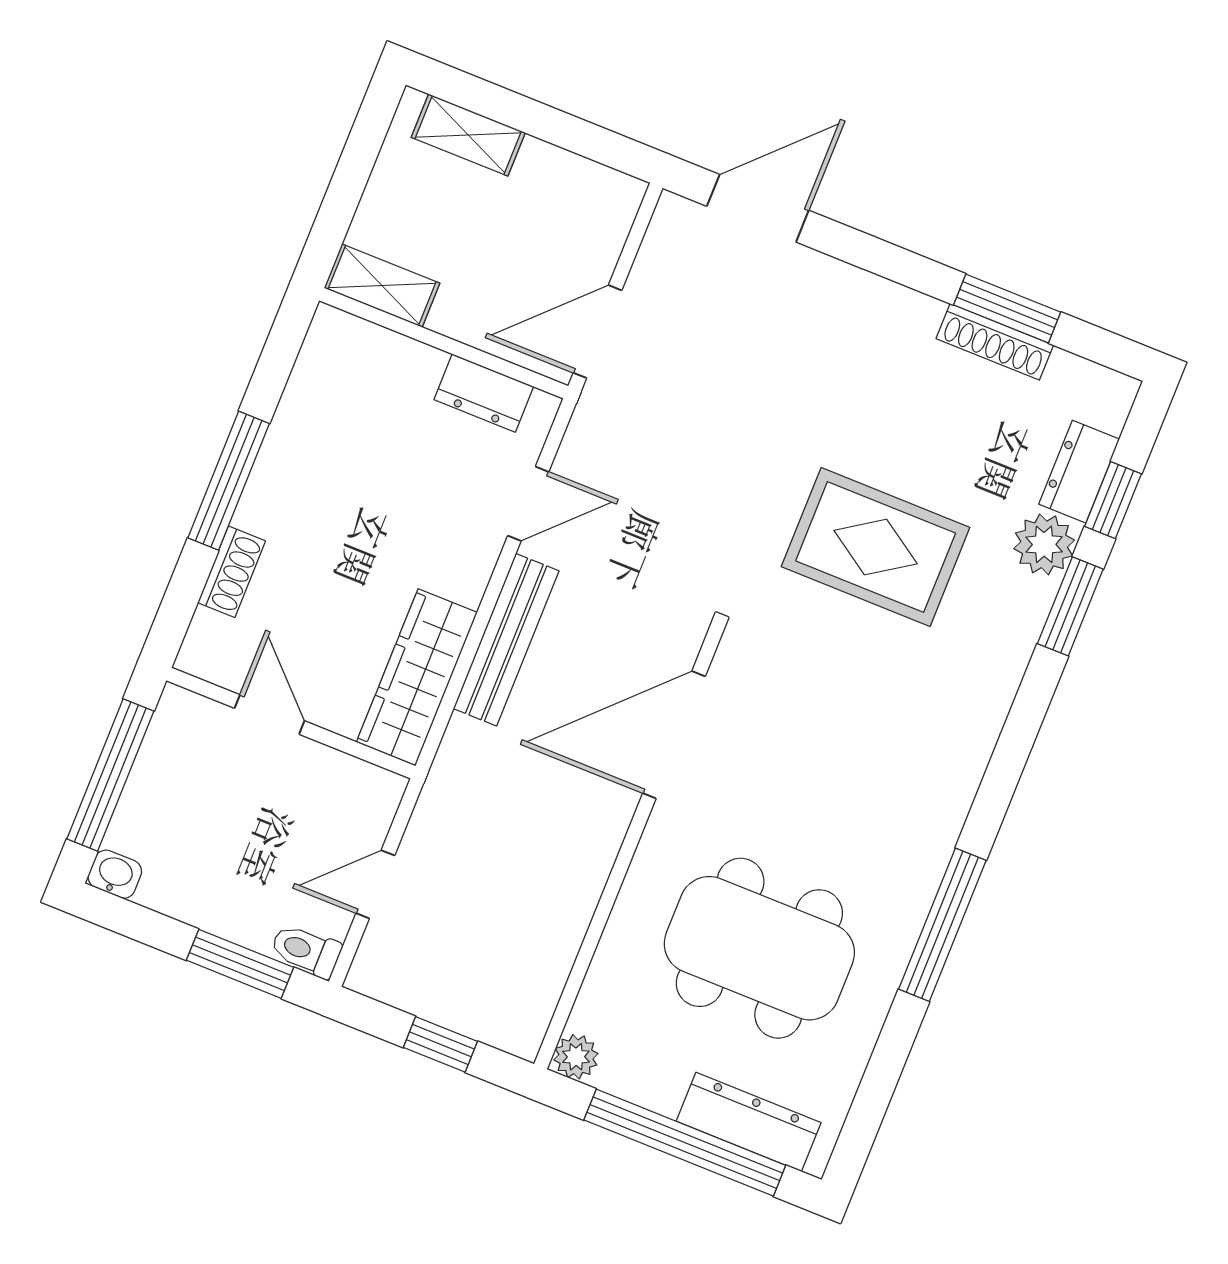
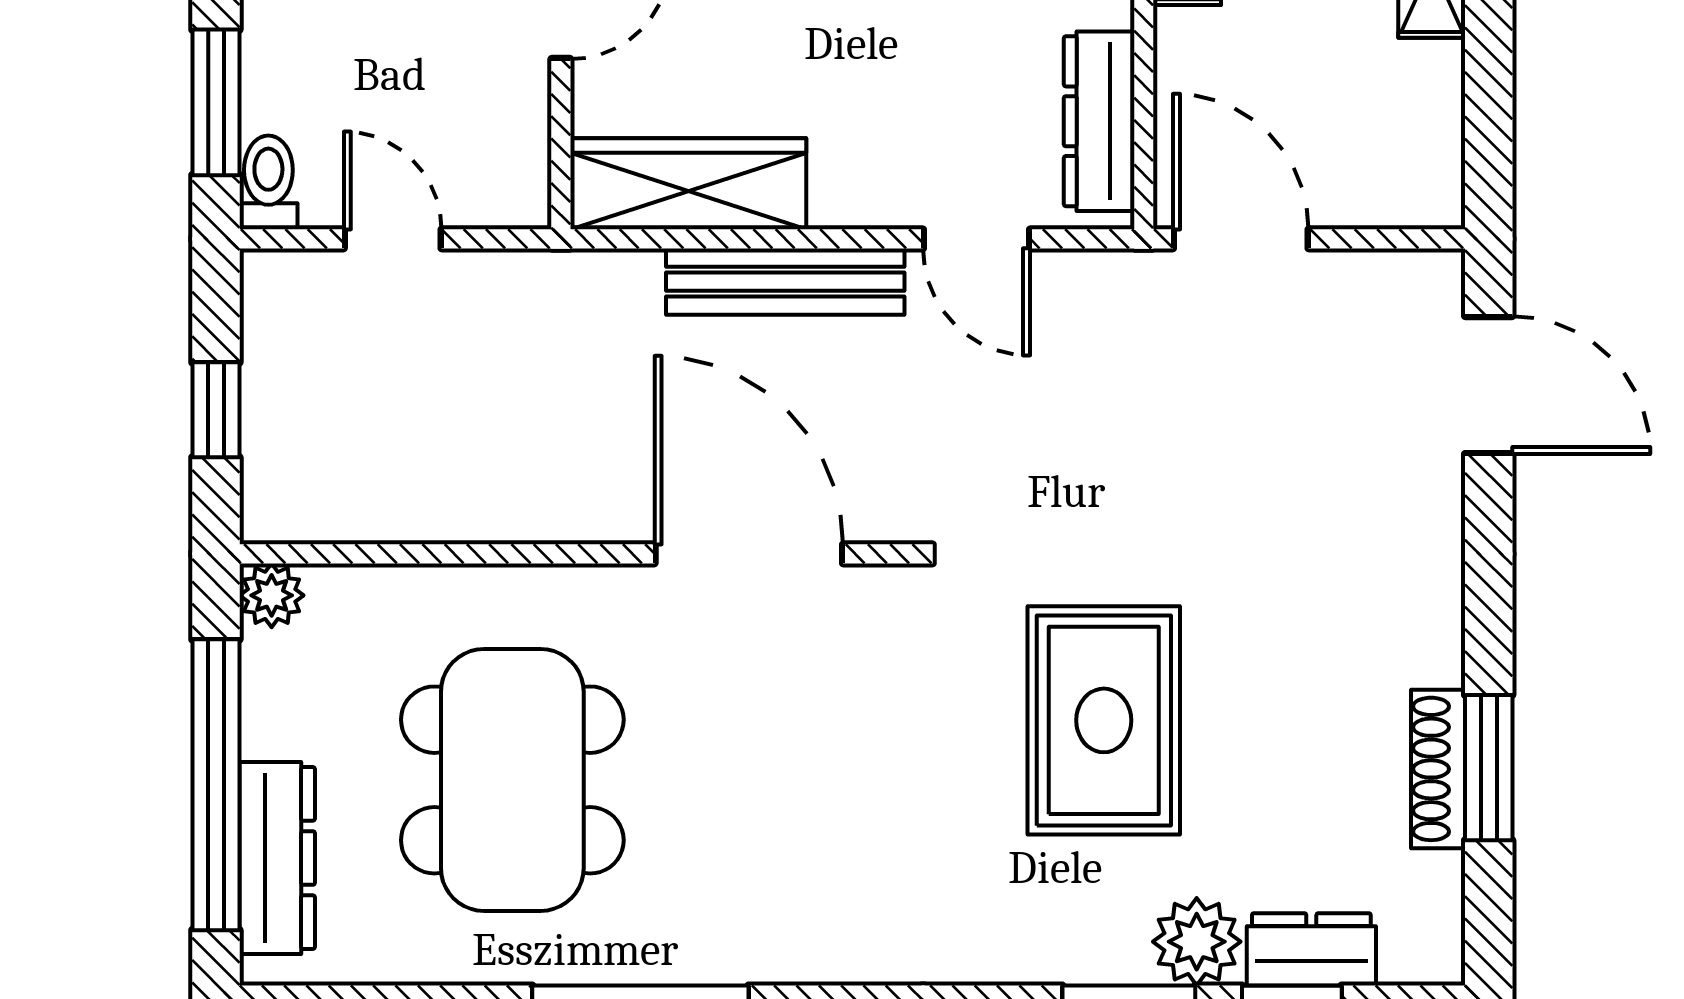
dresser: (484, 393) -> (1099, 121), width x1.44

